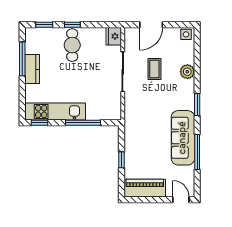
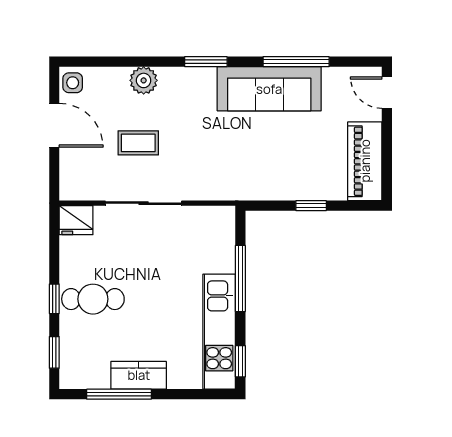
door: (151, 25) -> (54, 125), moved
door: (181, 200) -> (387, 93), hinge flipped

